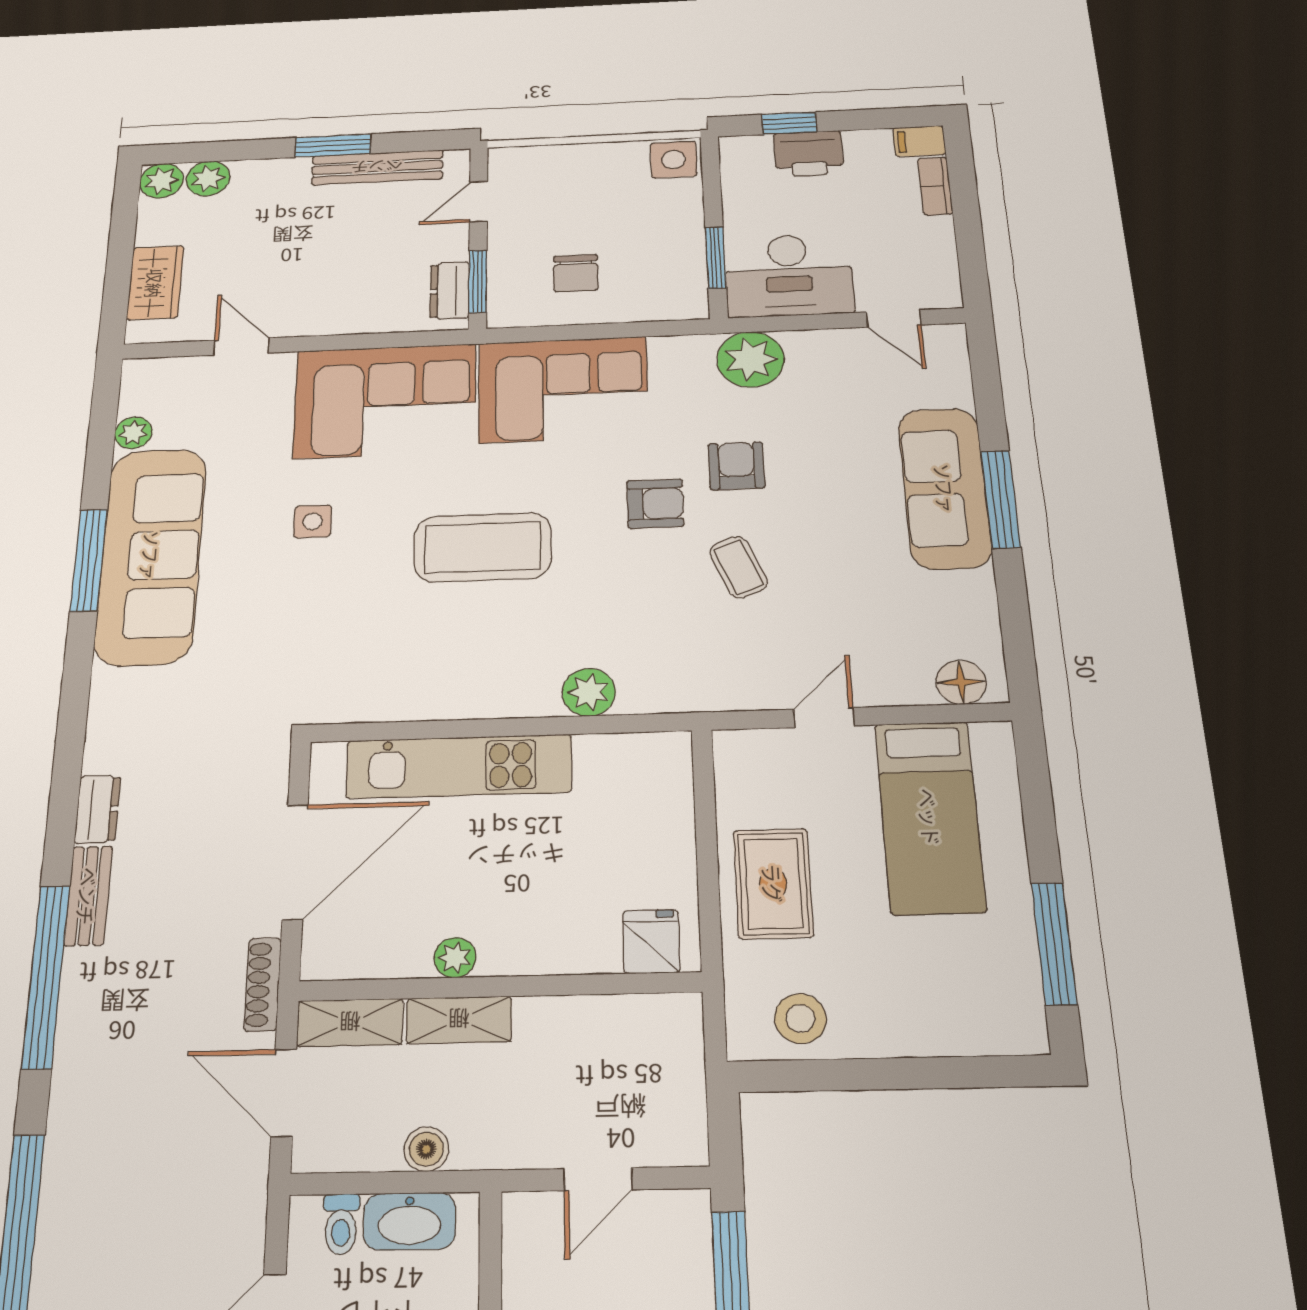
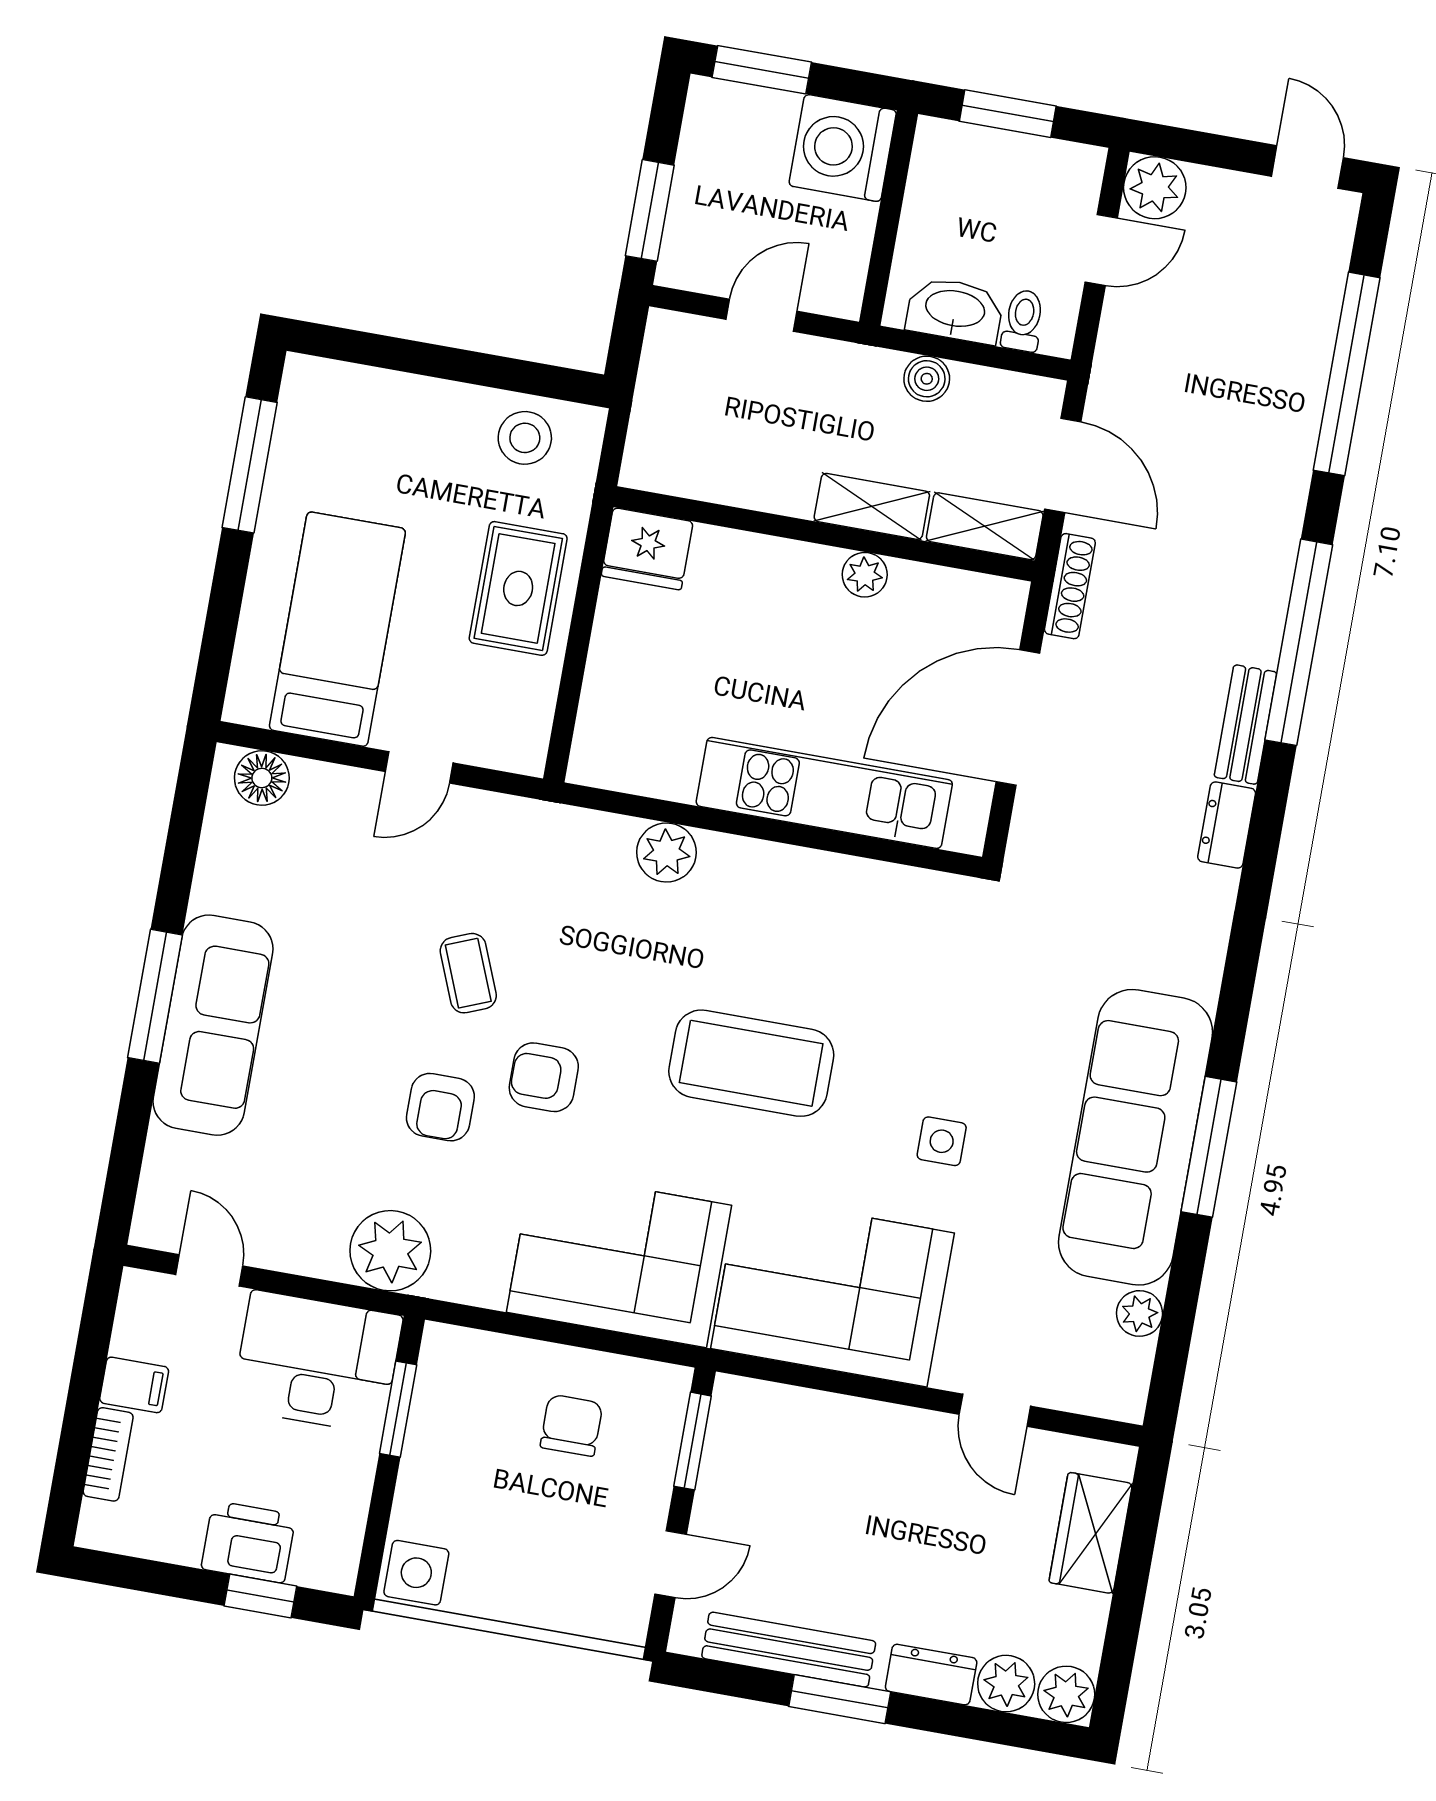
filing cabinet: (919, 141) -> (134, 1385), moved
dresser: (450, 291) -> (931, 1675), moved, turned -90
fridge: (651, 942) -> (647, 549), width x1.38

